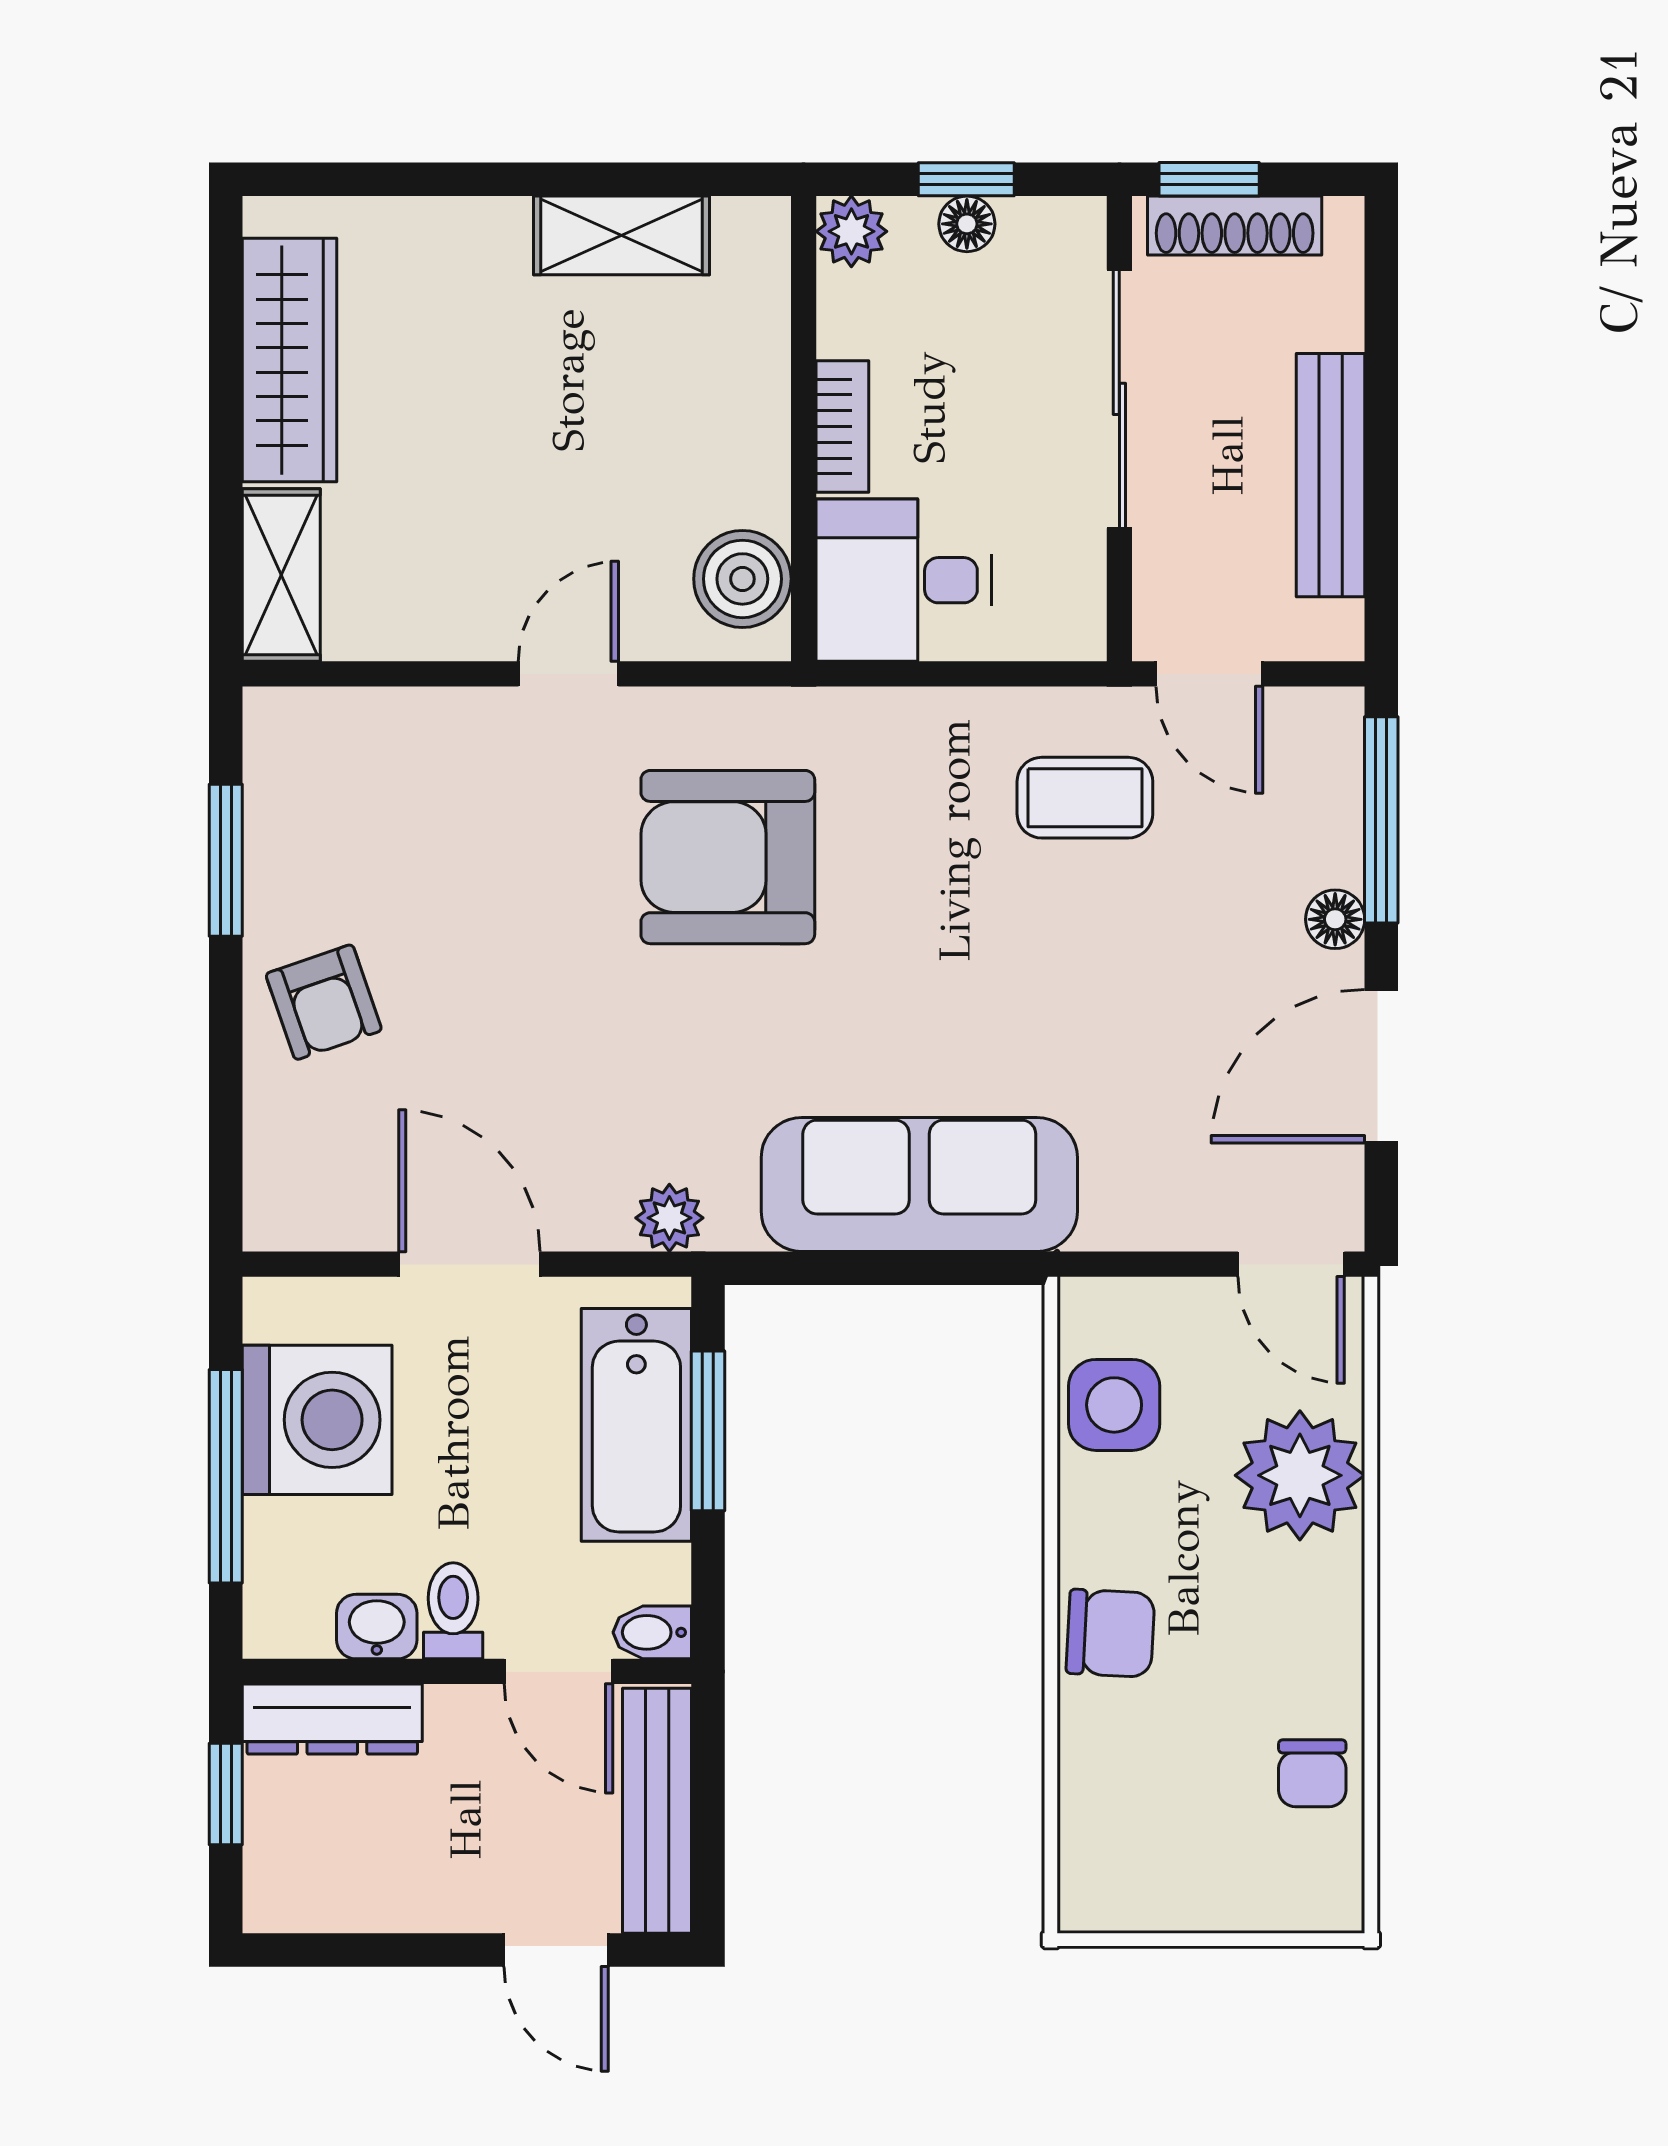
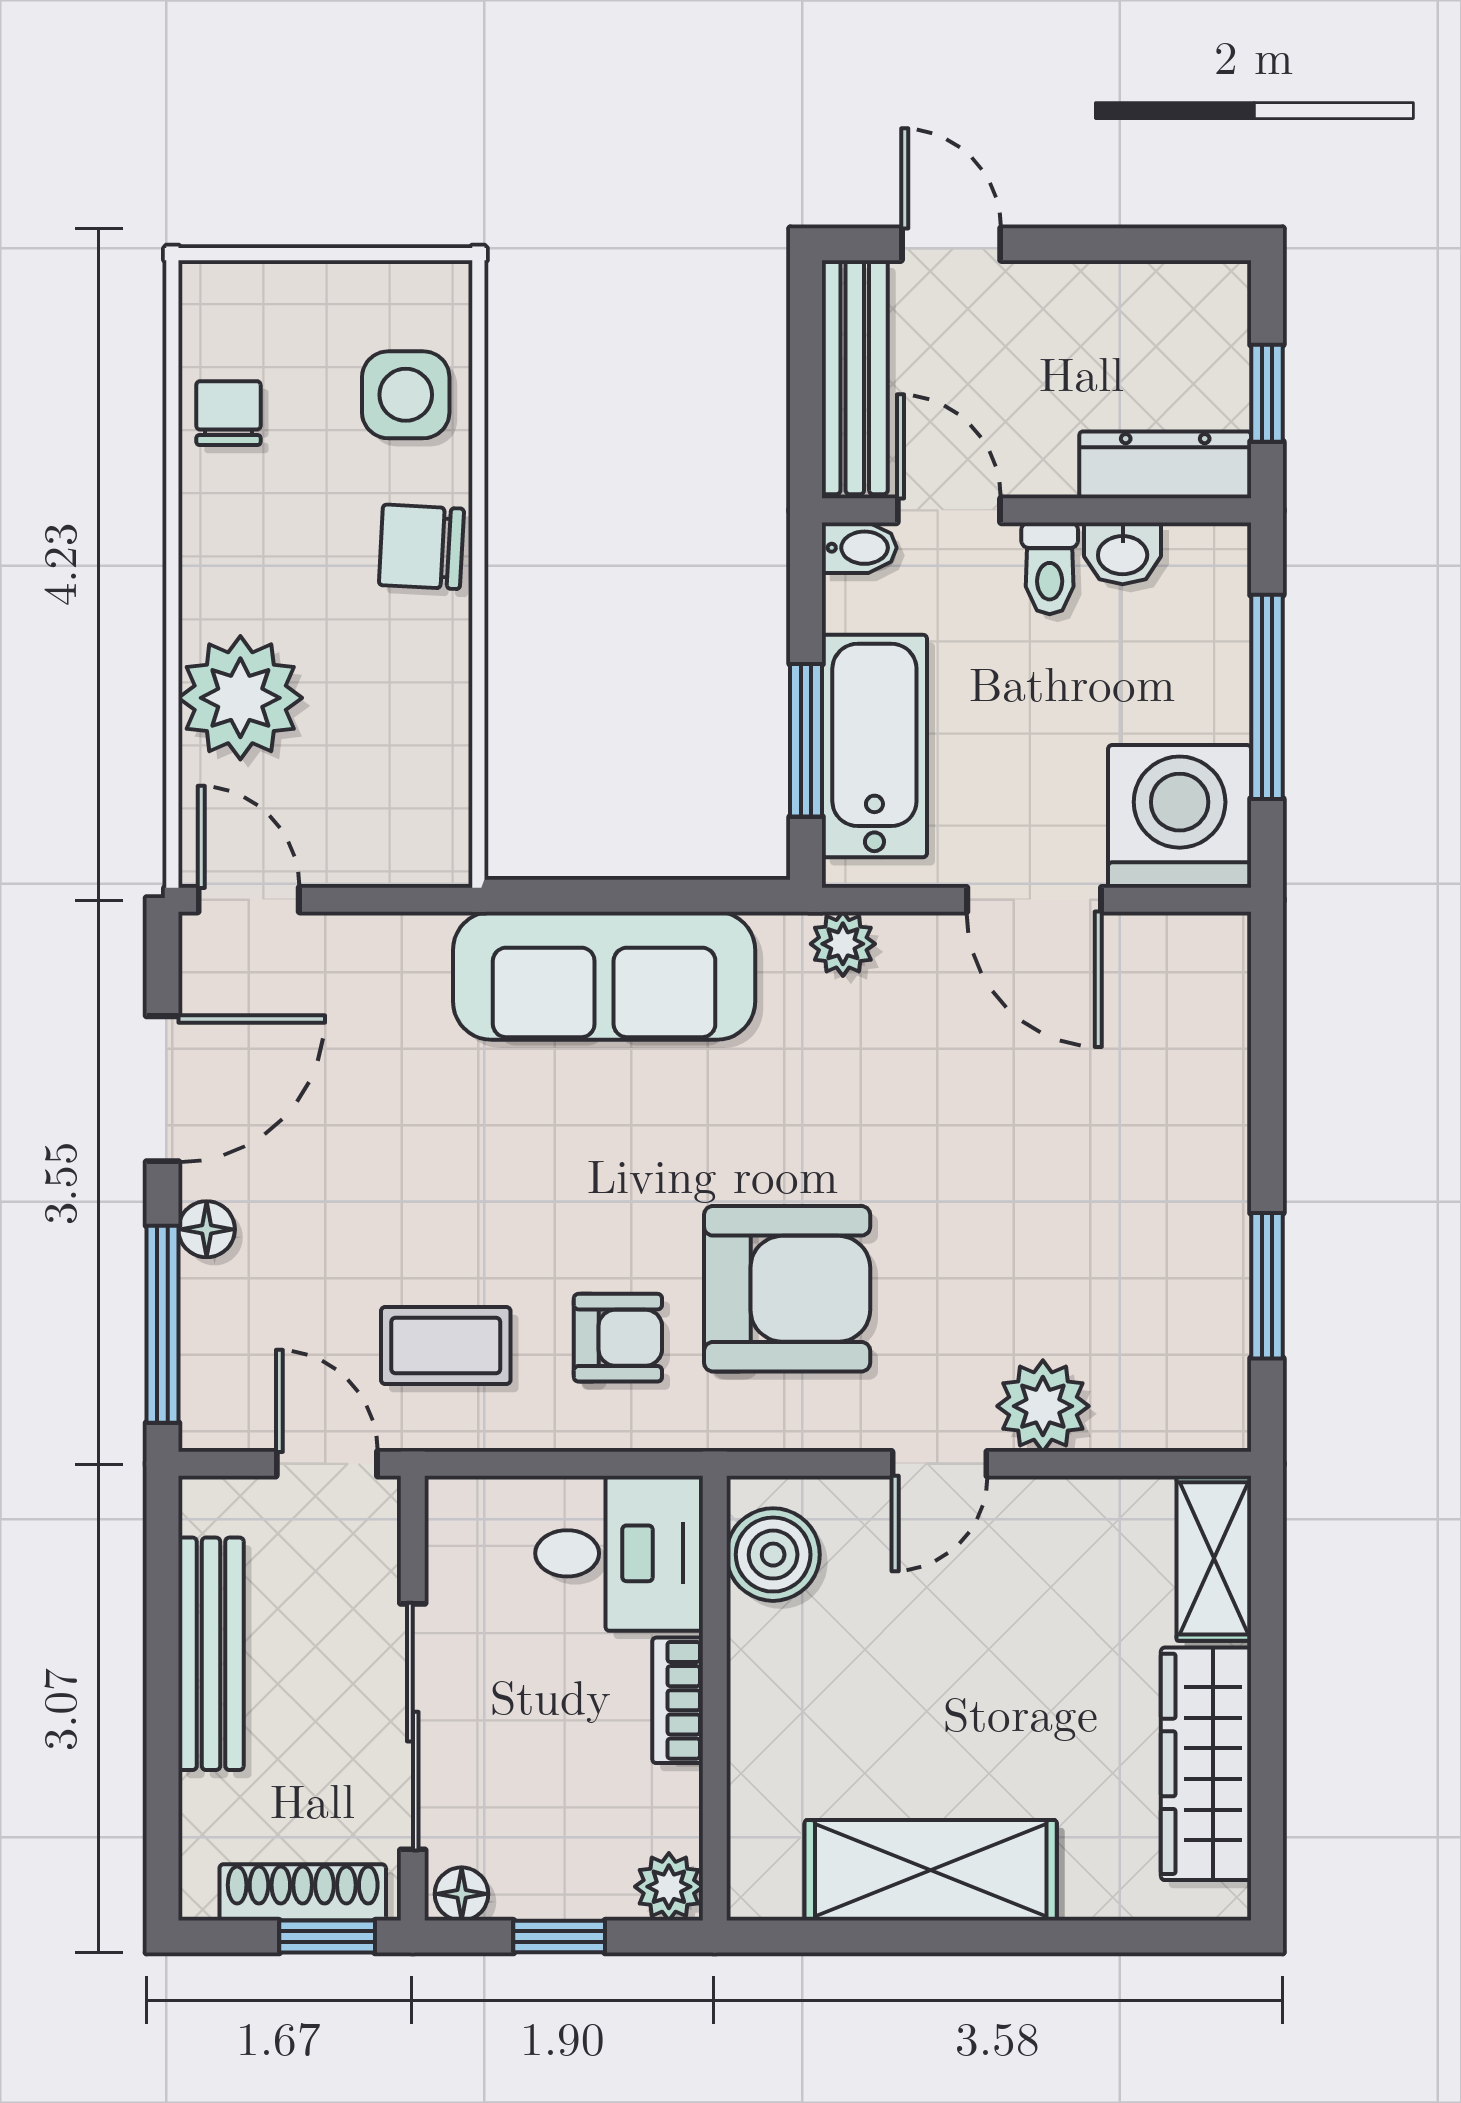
floor lamp: (967, 224) -> (462, 1894), moved
shelving: (621, 235) -> (931, 1870), width x1.50, depth x1.33
plant: (460, 734) -> (1043, 1406), added
armchair: (324, 1002) -> (618, 1338), moved, turned 109
side table: (1114, 1405) -> (406, 395), moved
washing machine: (317, 1420) -> (1180, 816), moved, turned 90

